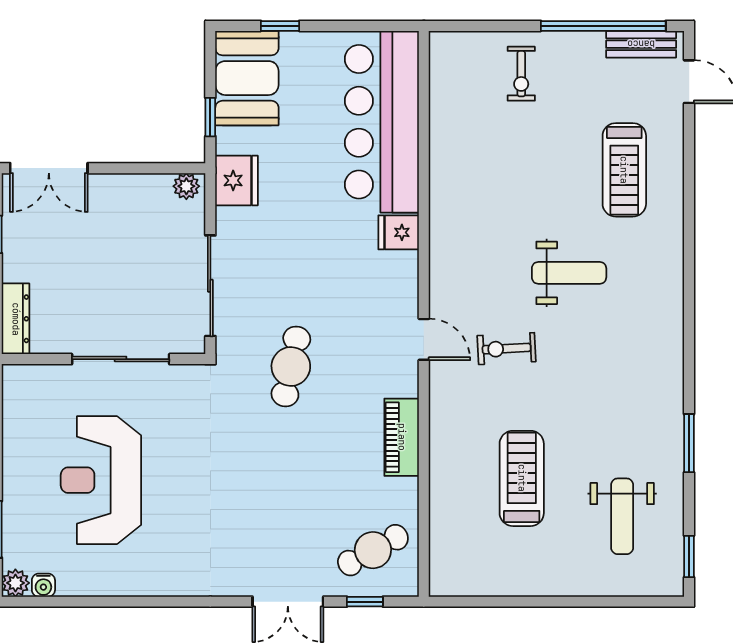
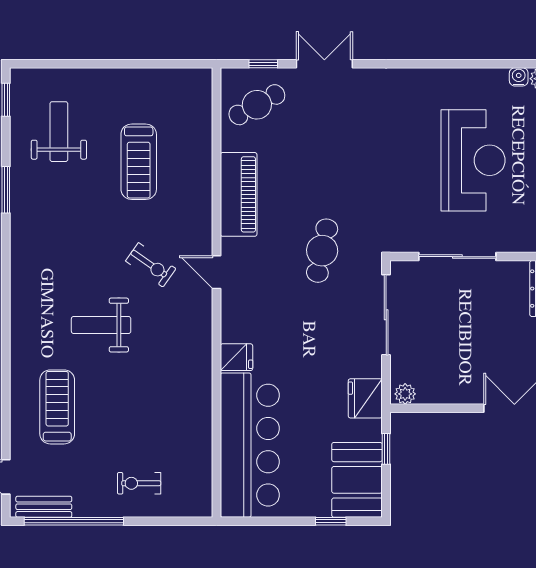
exercise bike: (521, 74) -> (139, 483), turned -90
exercise bike: (507, 349) -> (151, 265), turned 38
piano: (402, 437) -> (239, 194), width x1.37, depth x1.33

